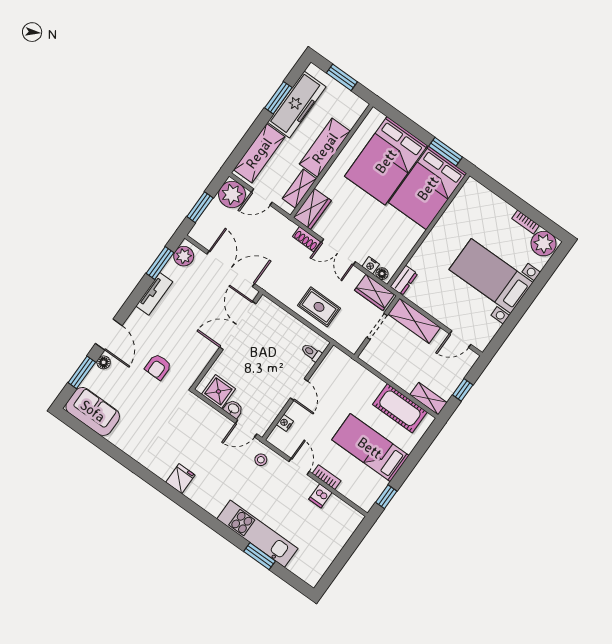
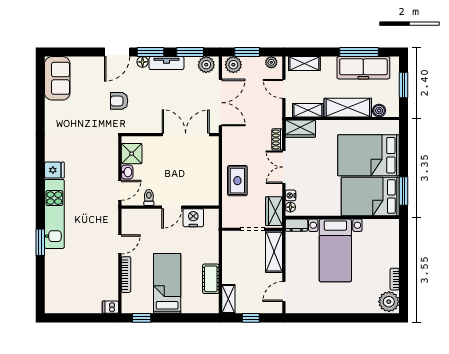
window: (278, 98) -> (359, 52), width x1.44
boiler: (350, 119) -> (379, 111), added
shelving: (259, 153) -> (304, 64), width x0.67, depth x0.75
plant: (232, 194) -> (271, 62), width x0.53, depth x0.53
plant: (203, 230) -> (233, 65), added
bed with nightstands: (491, 276) -> (335, 250), moved, turned 180
door: (460, 339) -> (284, 292), hinge flipped
toilet: (311, 352) -> (149, 198), moved
floor lamp: (104, 362) -> (143, 62), moved
window: (82, 372) -> (151, 52), moved
cot: (400, 408) -> (211, 279), width x0.73, depth x0.75
nightstand: (285, 423) -> (193, 218), moved, width x1.89, depth x1.79
door: (246, 429) -> (120, 190), swing flipped
stool: (261, 460) -> (106, 215), removed
bookcase: (327, 477) -> (126, 275), width x1.56
dishwasher: (320, 496) -> (110, 307), moved
kitchen unit: (257, 534) -> (54, 214), moved
window: (259, 556) -> (40, 242), moved

